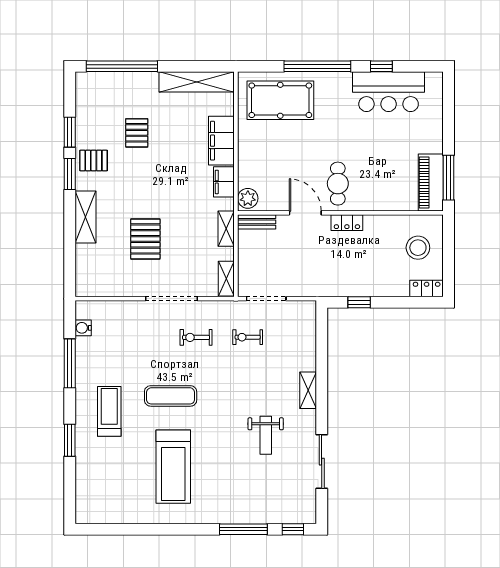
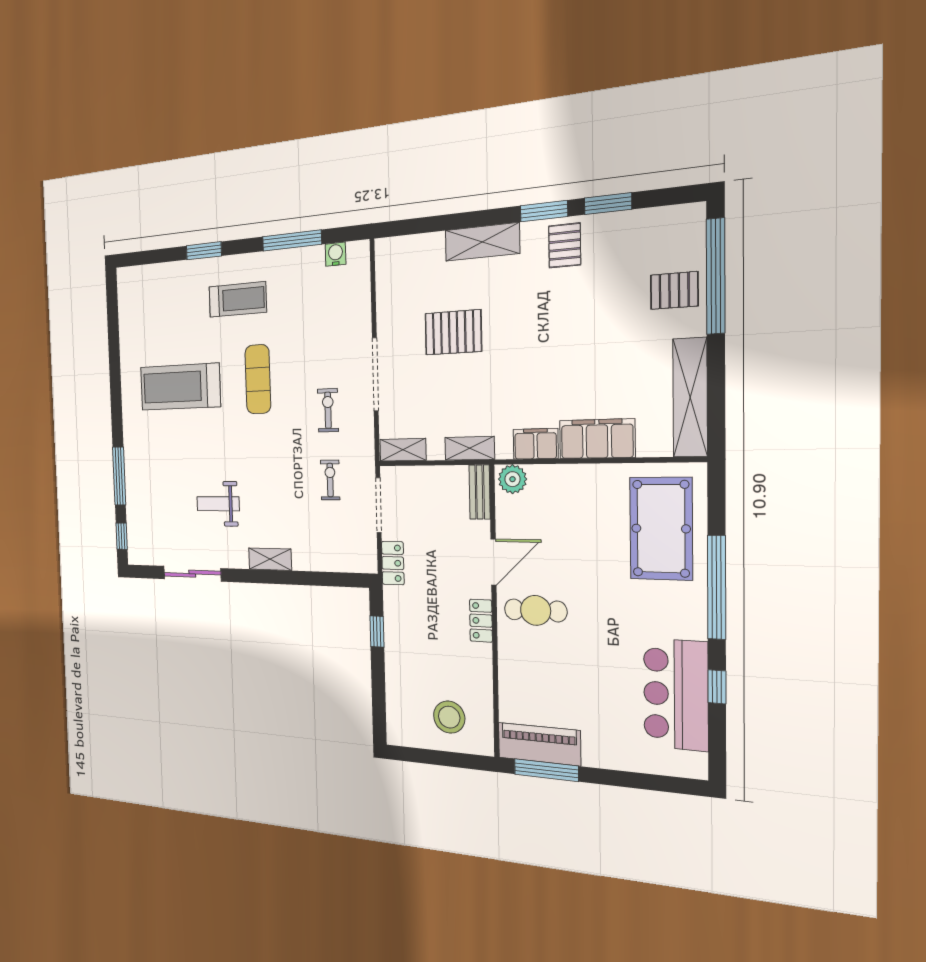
pallet: (137, 133) -> (674, 290), moved
locker: (427, 288) -> (393, 563), moved

